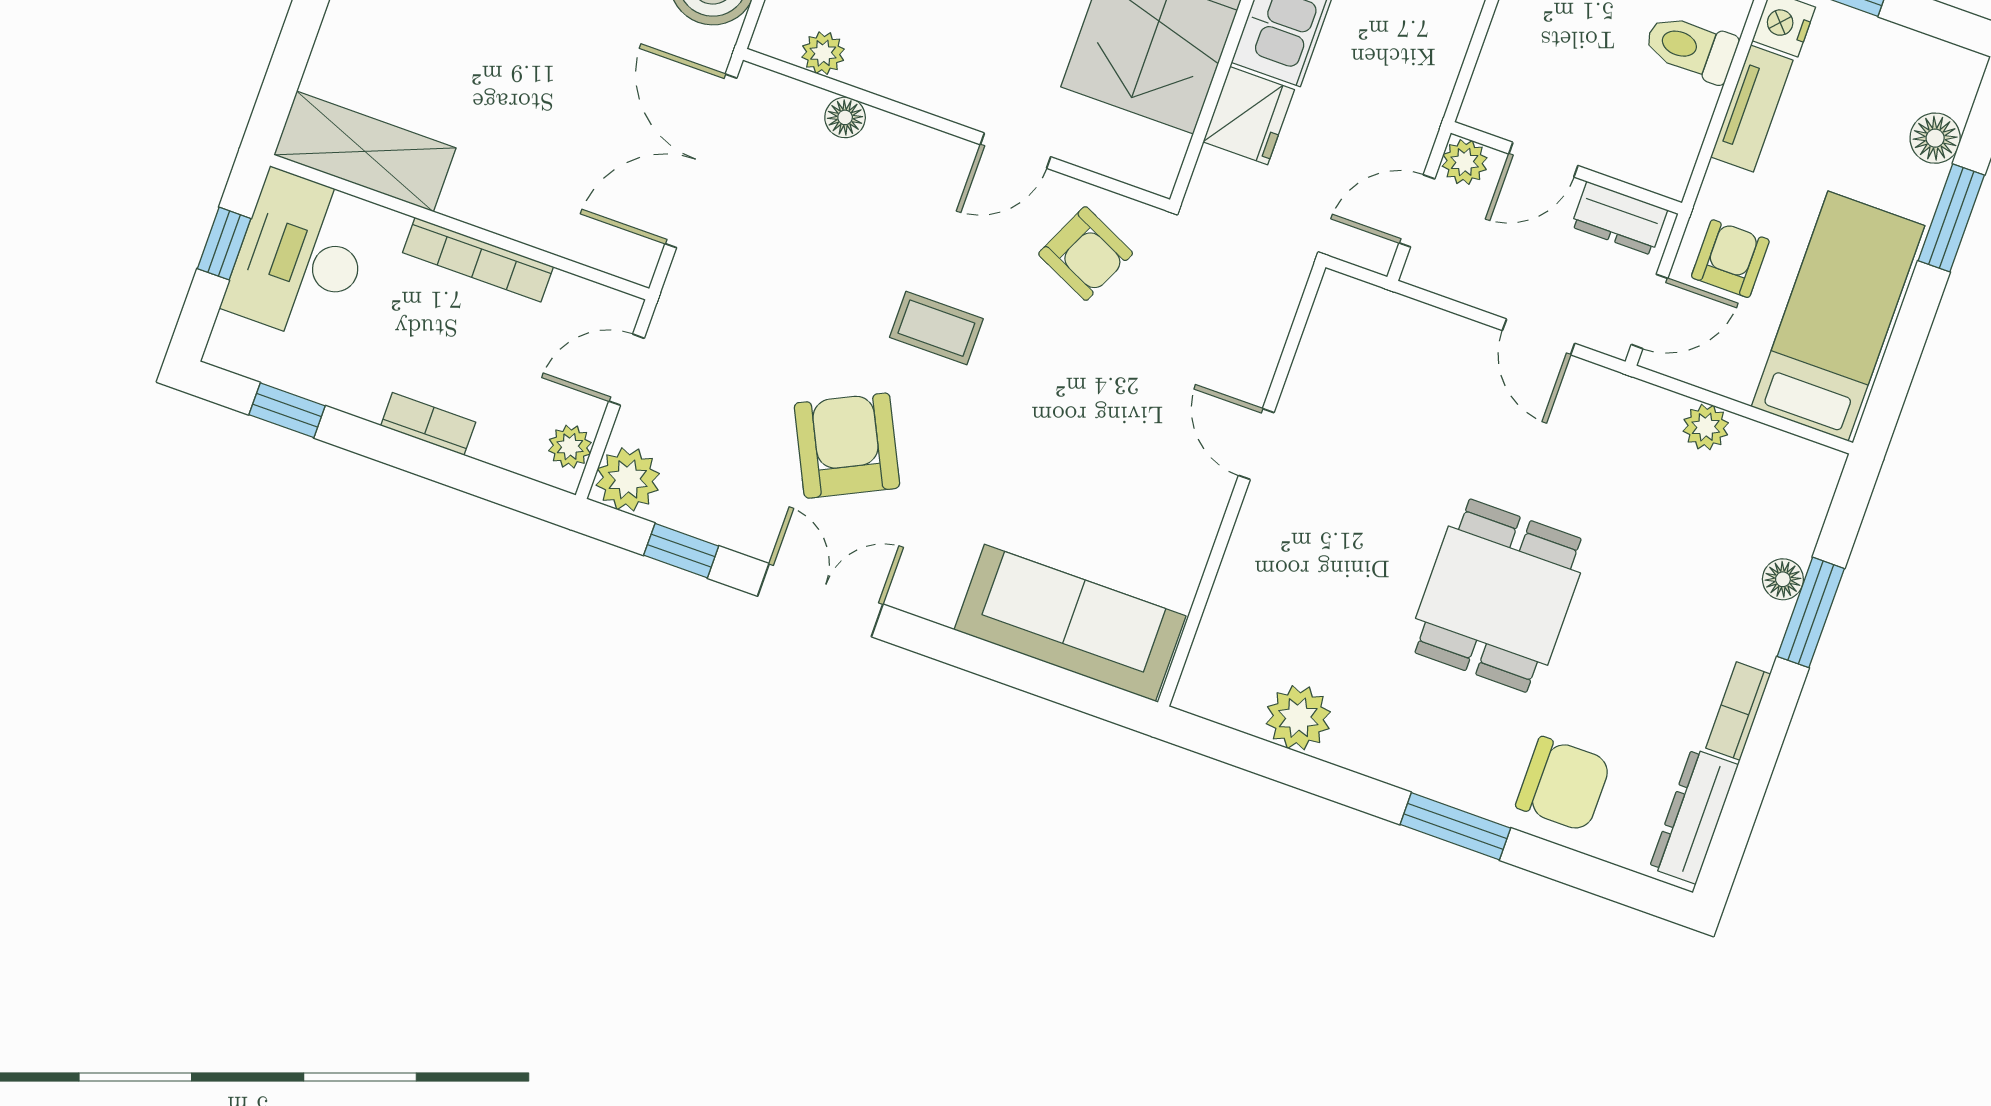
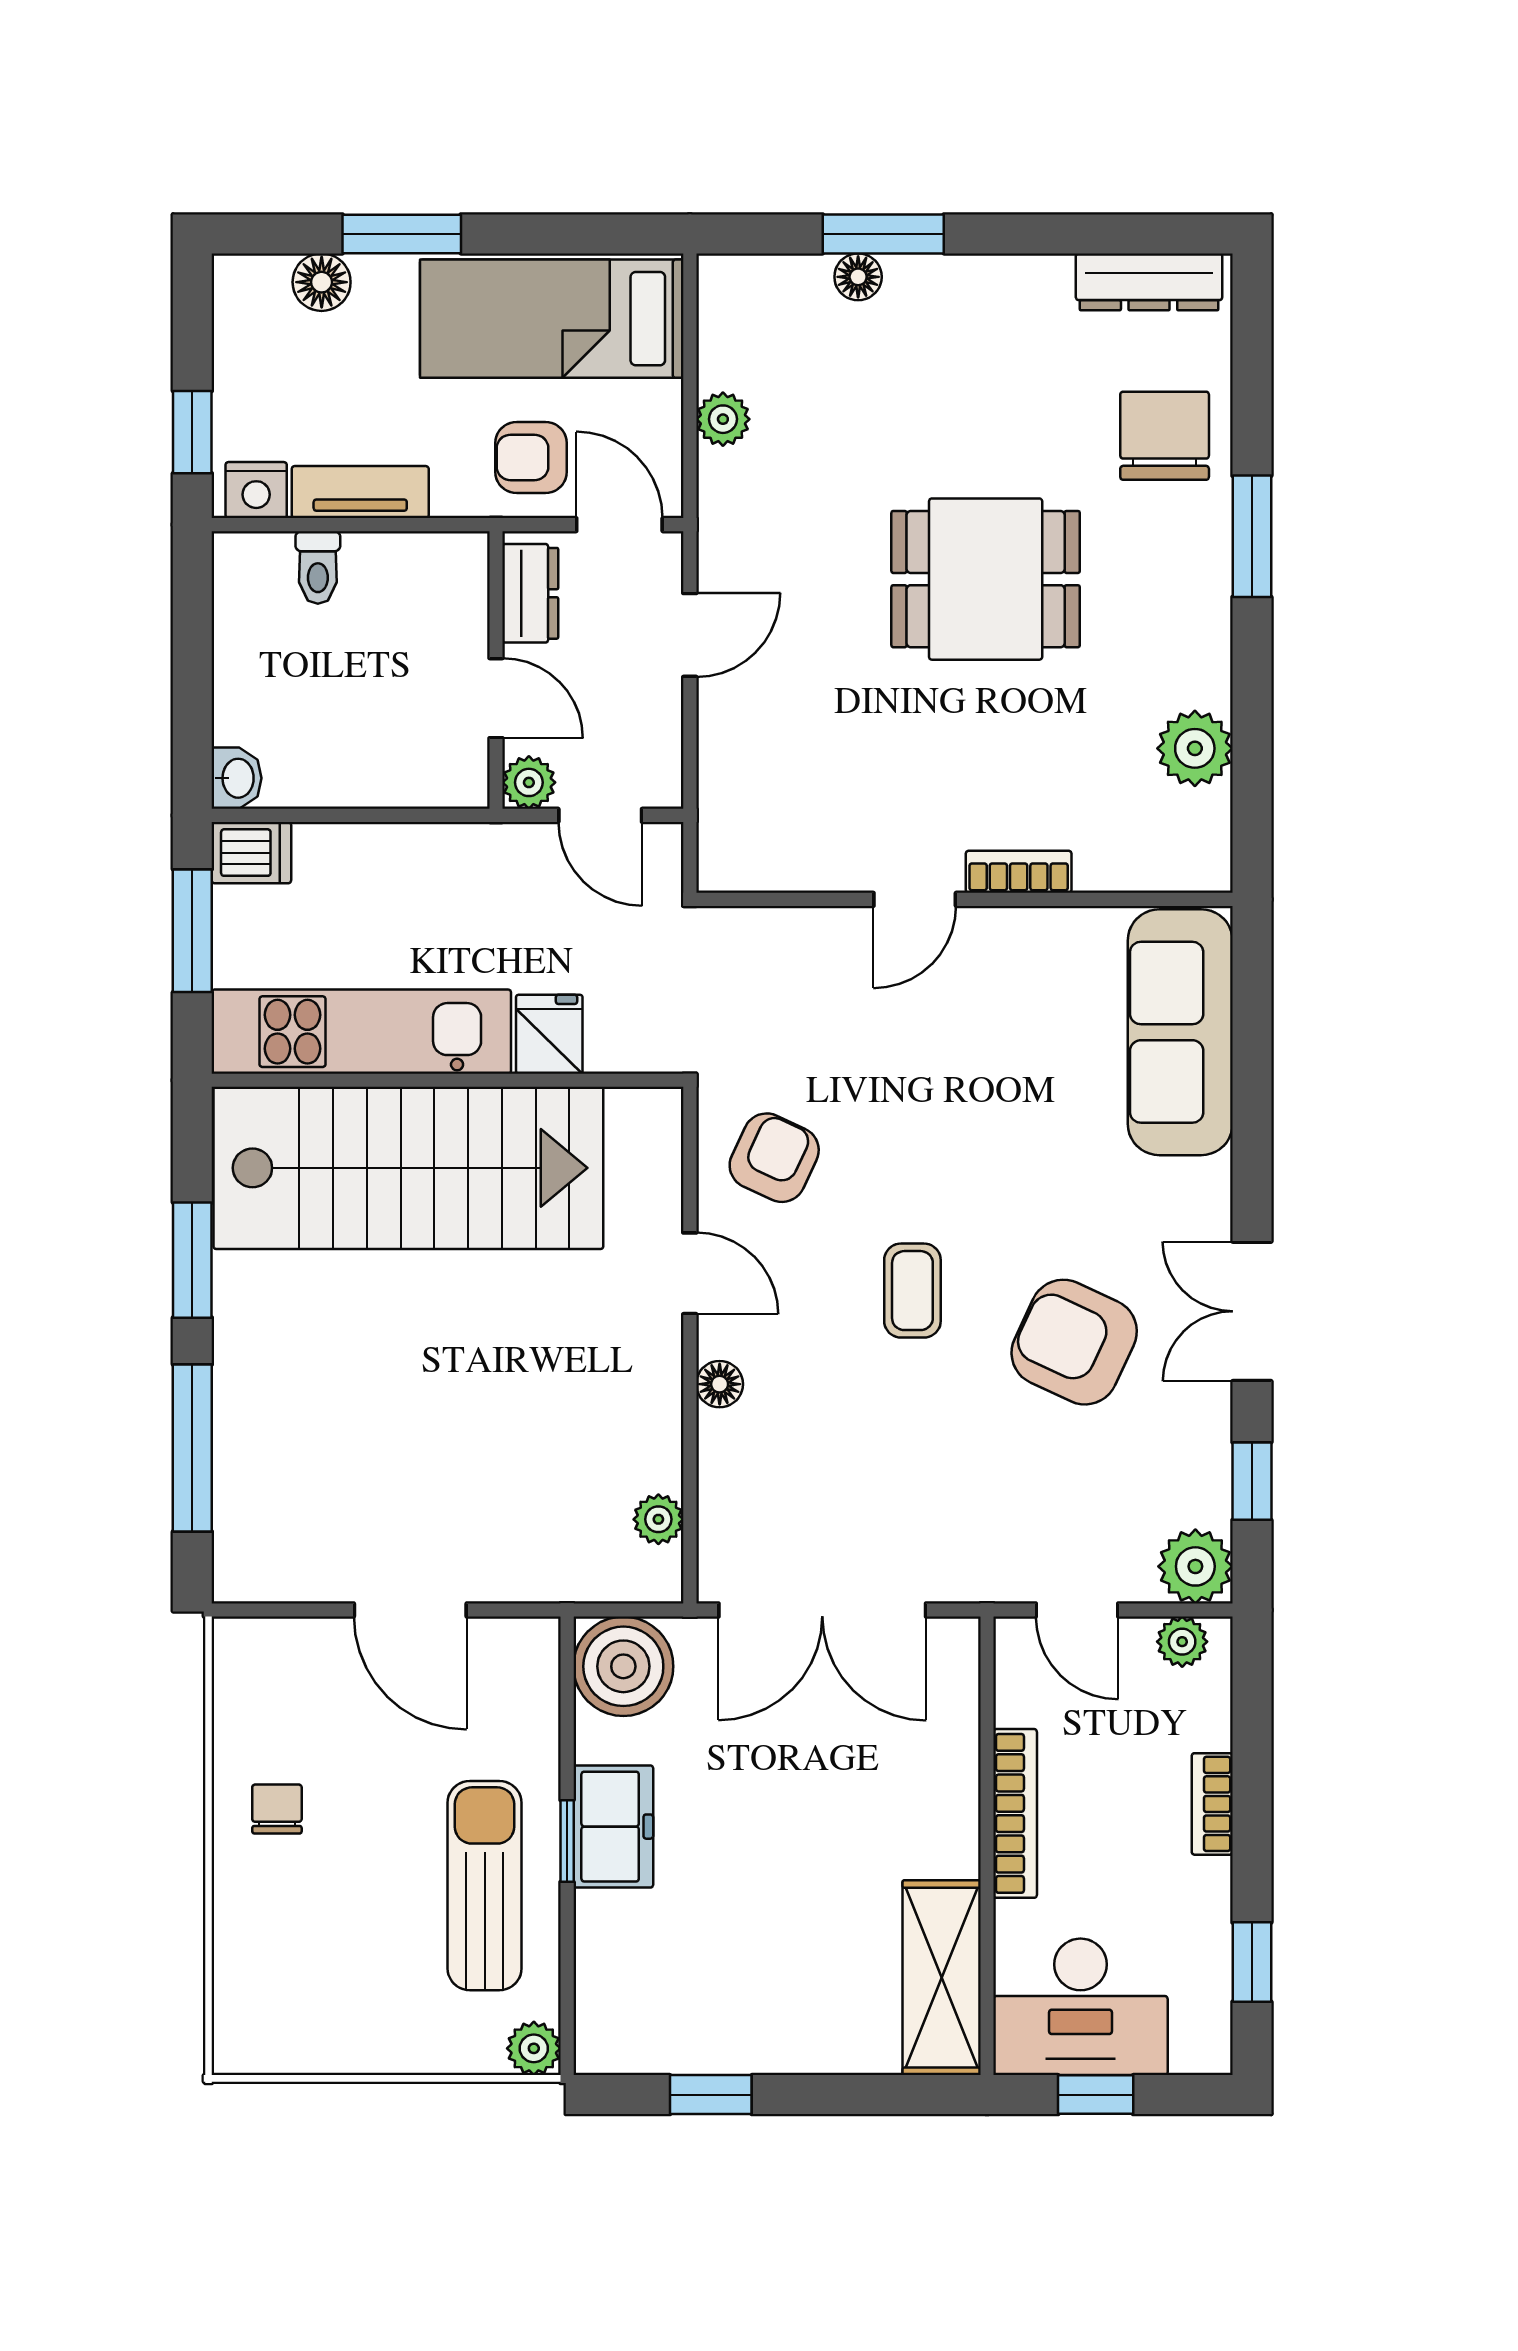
toilet: (1691, 48) -> (318, 567), width x0.73, depth x0.72
fridge: (1249, 116) -> (549, 1034), width x0.72
floor lamp: (845, 117) -> (720, 1384), moved
armchair: (847, 446) -> (1074, 1342), turned 51
bookcase: (1738, 711) -> (1019, 872), moved, turned 180

